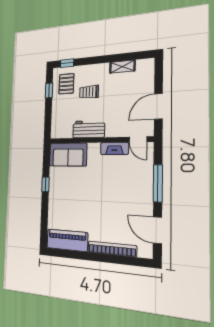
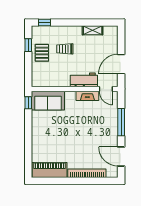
pallet: (66, 84) -> (42, 53), moved
workbench: (89, 129) -> (84, 80), moved
window: (46, 184) -> (28, 103), moved

